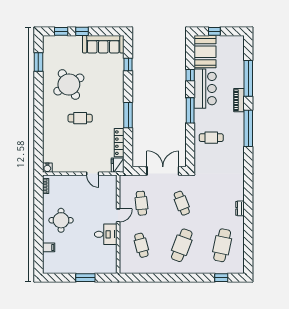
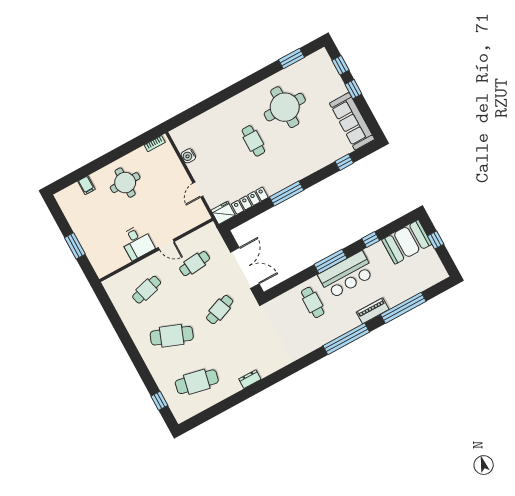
round table: (69, 85) -> (285, 107), turned 31
bar counter: (205, 89) -> (346, 275), moved
water cooler: (47, 168) -> (188, 156), moved

